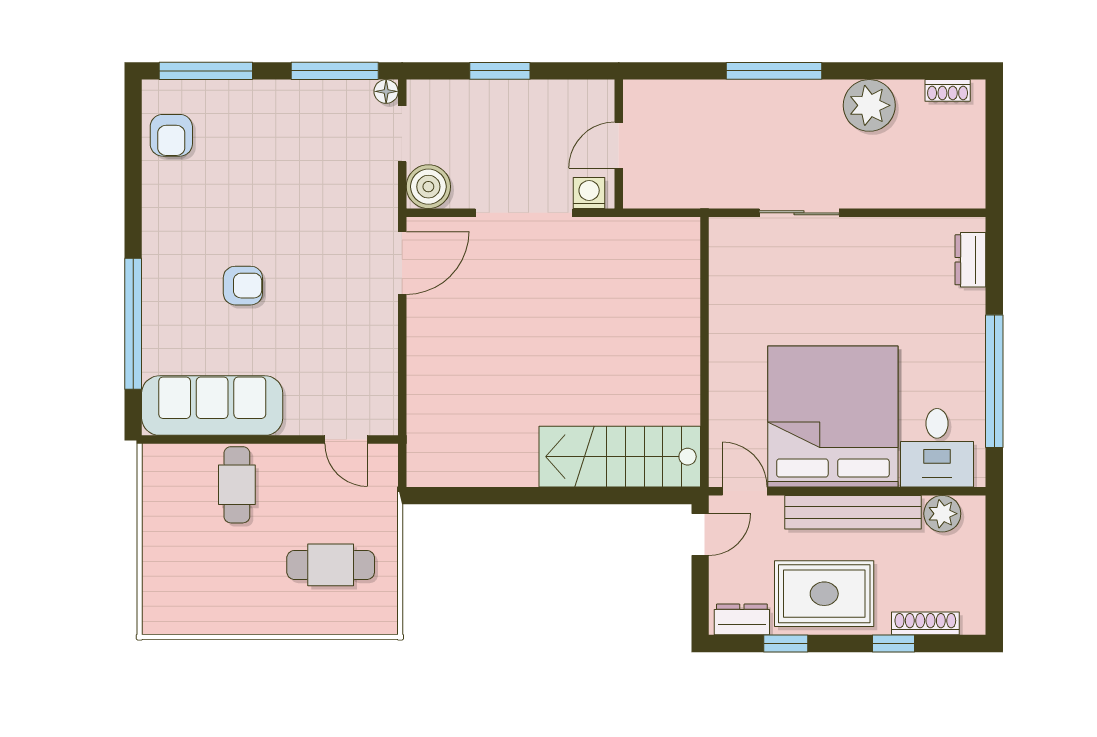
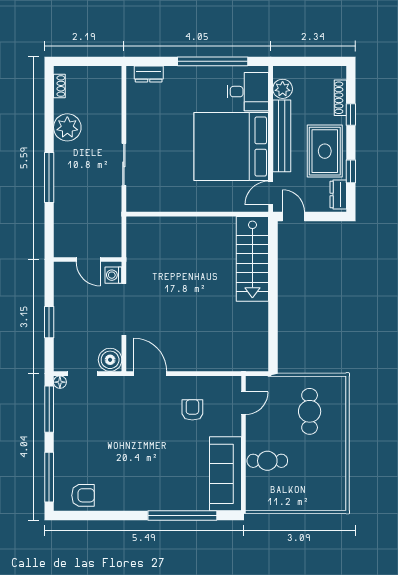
armchair: (243, 286) -> (192, 410), moved

